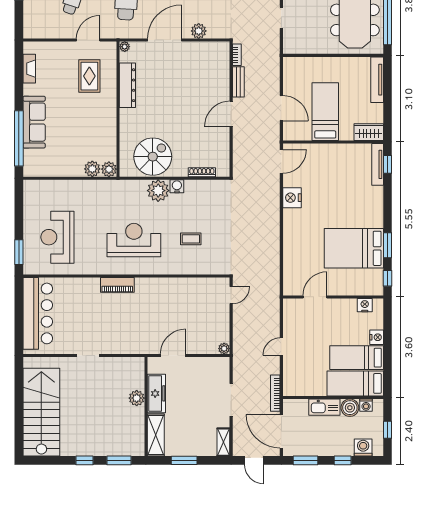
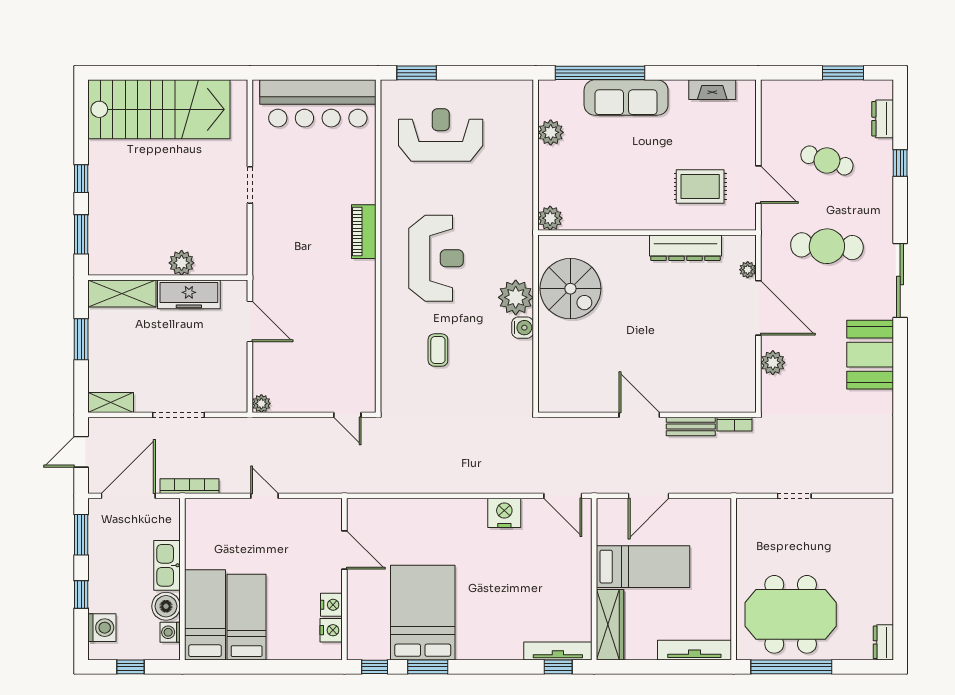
plant: (125, 47) -> (748, 270), moved
wardrobe: (369, 132) -> (610, 625), width x1.50
plant: (92, 169) -> (551, 132), moved
shoe rack: (202, 172) -> (545, 368), removed
nightstand: (377, 337) -> (331, 605), moved, turned -90

